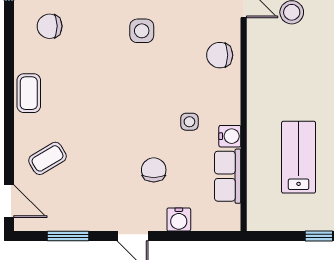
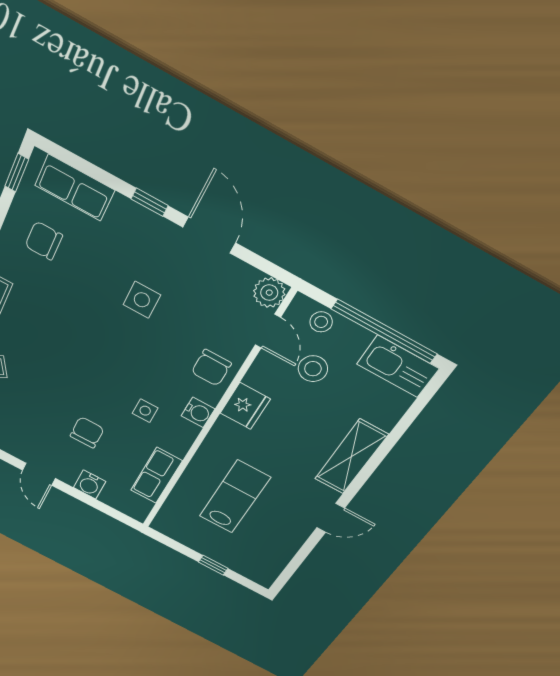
chair: (220, 55) -> (211, 368), turned -90
fridge: (261, 72) -> (245, 406), added
water cooler: (230, 136) -> (198, 412), moved

